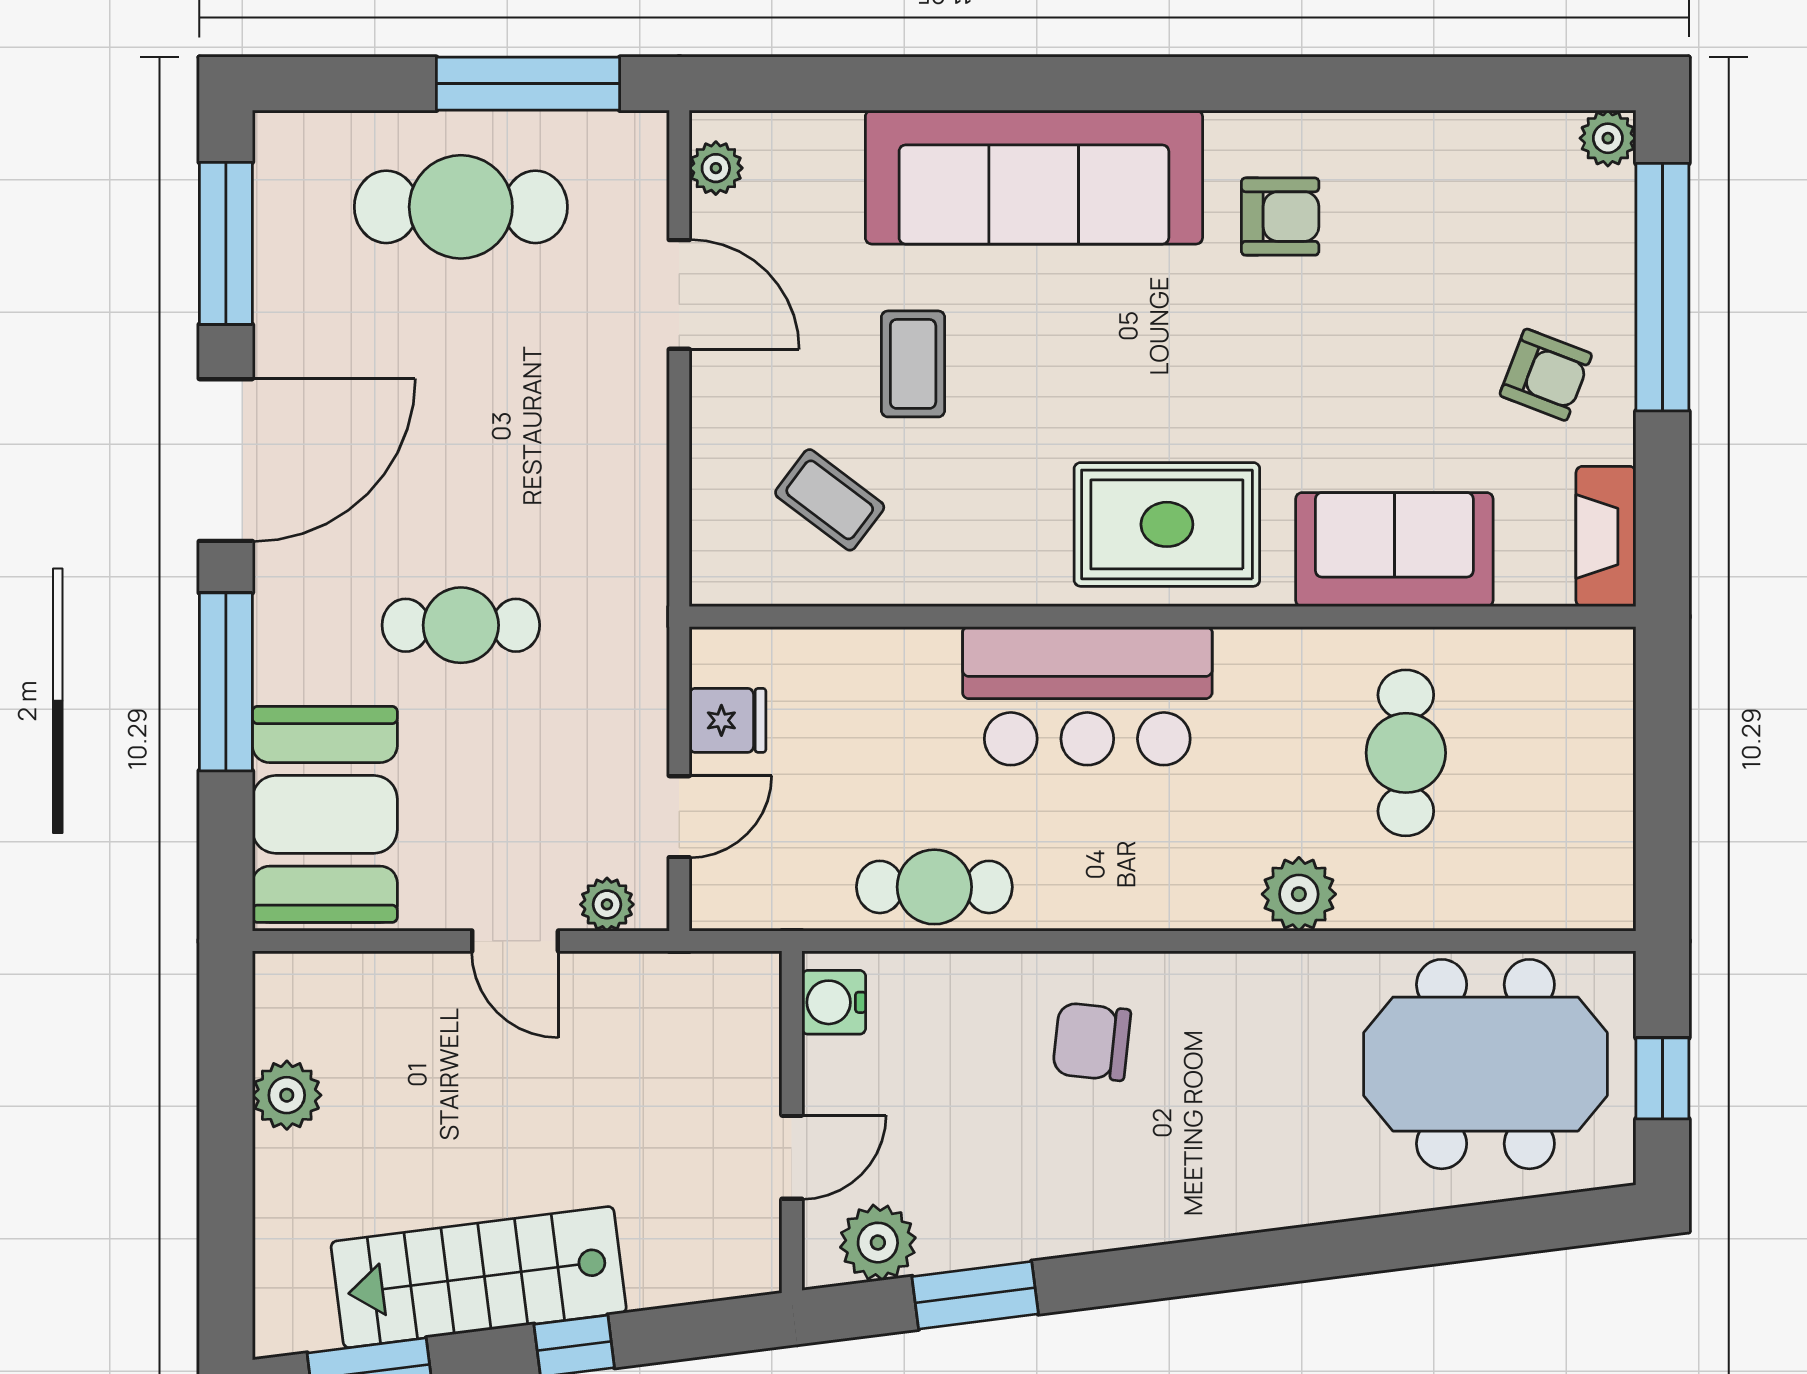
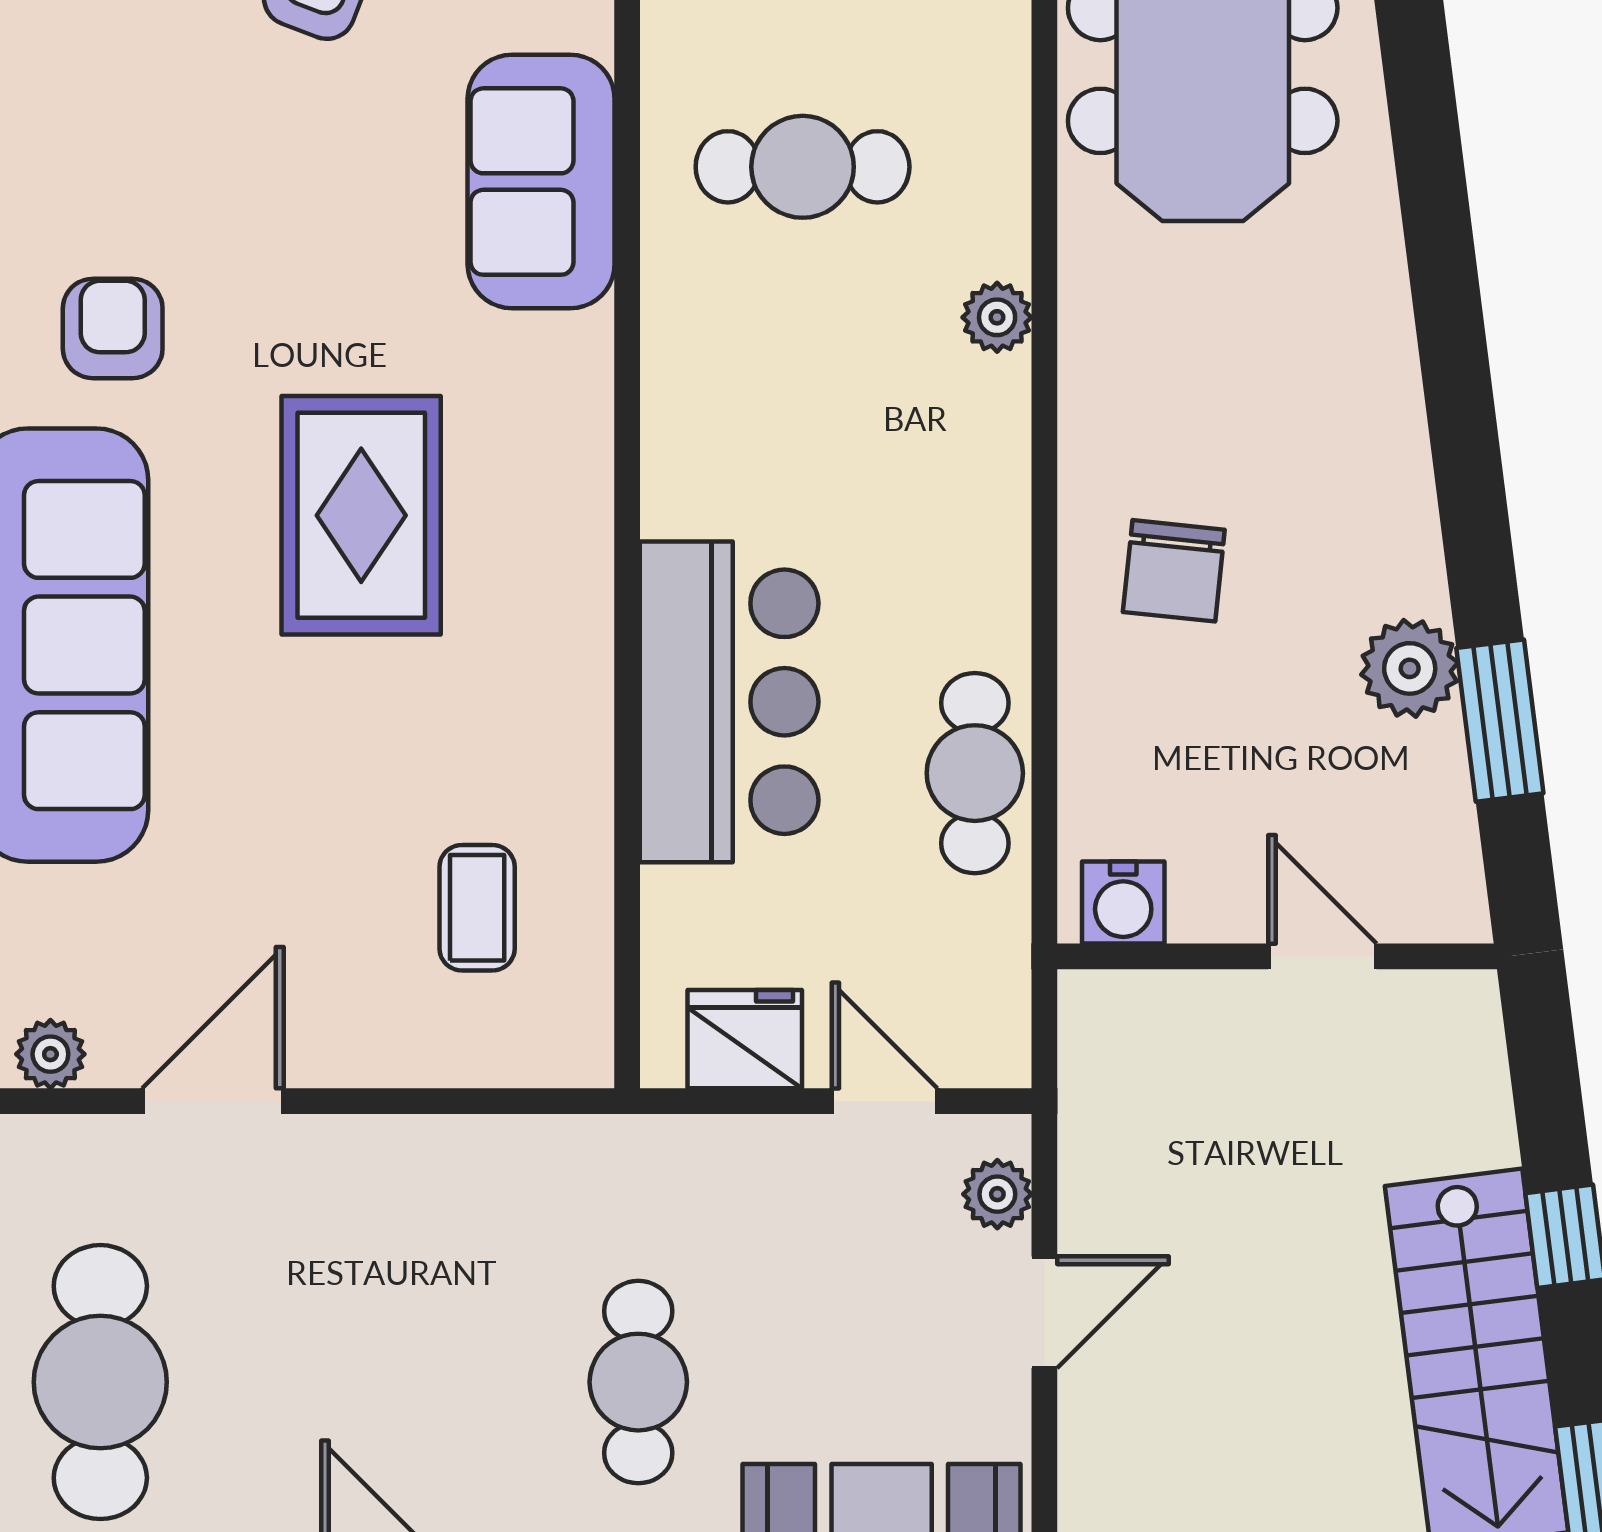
coffee table: (913, 364) -> (302, 801), removed
coffee table: (830, 500) -> (477, 908), turned -37
rug: (1167, 524) -> (361, 515), moved
bar counter: (1087, 696) -> (729, 702), moved
fridge: (728, 720) -> (745, 1039), width x1.38
plant: (1299, 894) -> (997, 317), width x0.73, depth x0.73
plant: (878, 1243) -> (1410, 668), moved

